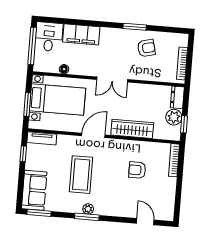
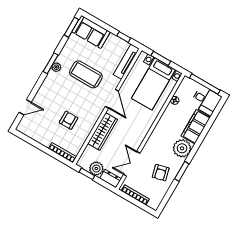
plant: (110, 38) -> (182, 148), added
double door: (112, 79) -> (132, 164), moved
tv unit: (42, 138) -> (126, 62), width x1.41

